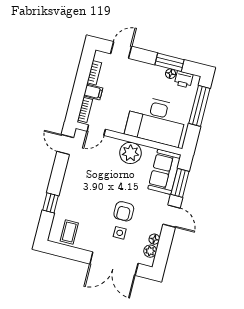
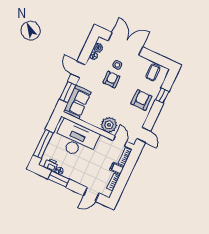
door: (96, 130) -> (120, 141), hinge flipped
plant: (130, 153) -> (109, 125), moved
armchair: (78, 191) -> (141, 100), added

